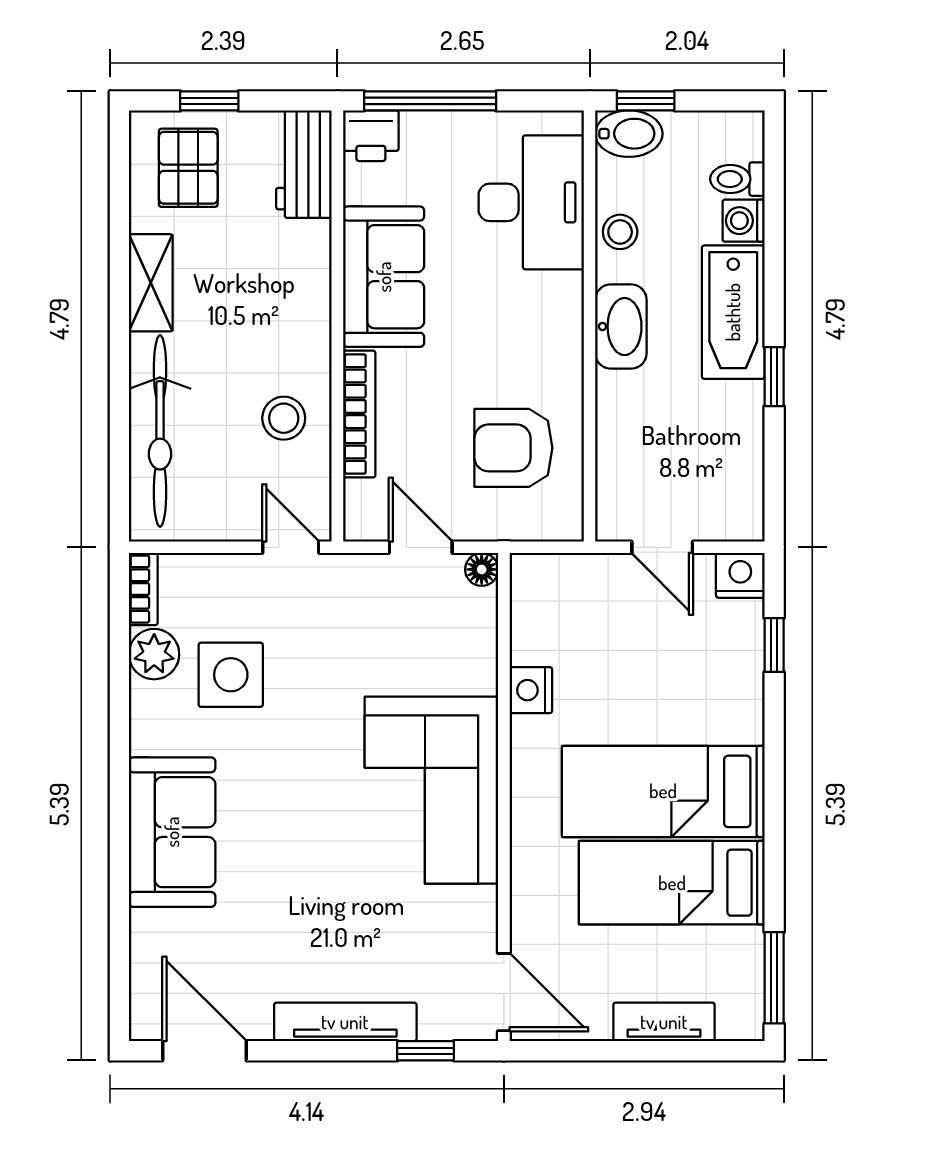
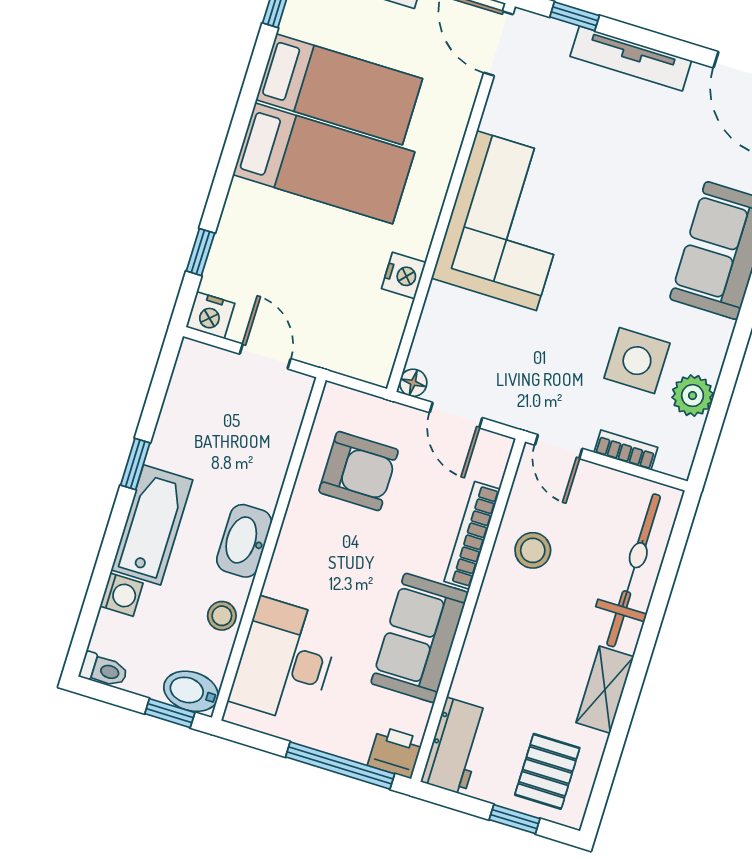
toilet: (737, 179) -> (104, 670), moved
bookcase: (143, 589) -> (626, 450), moved, turned 90

